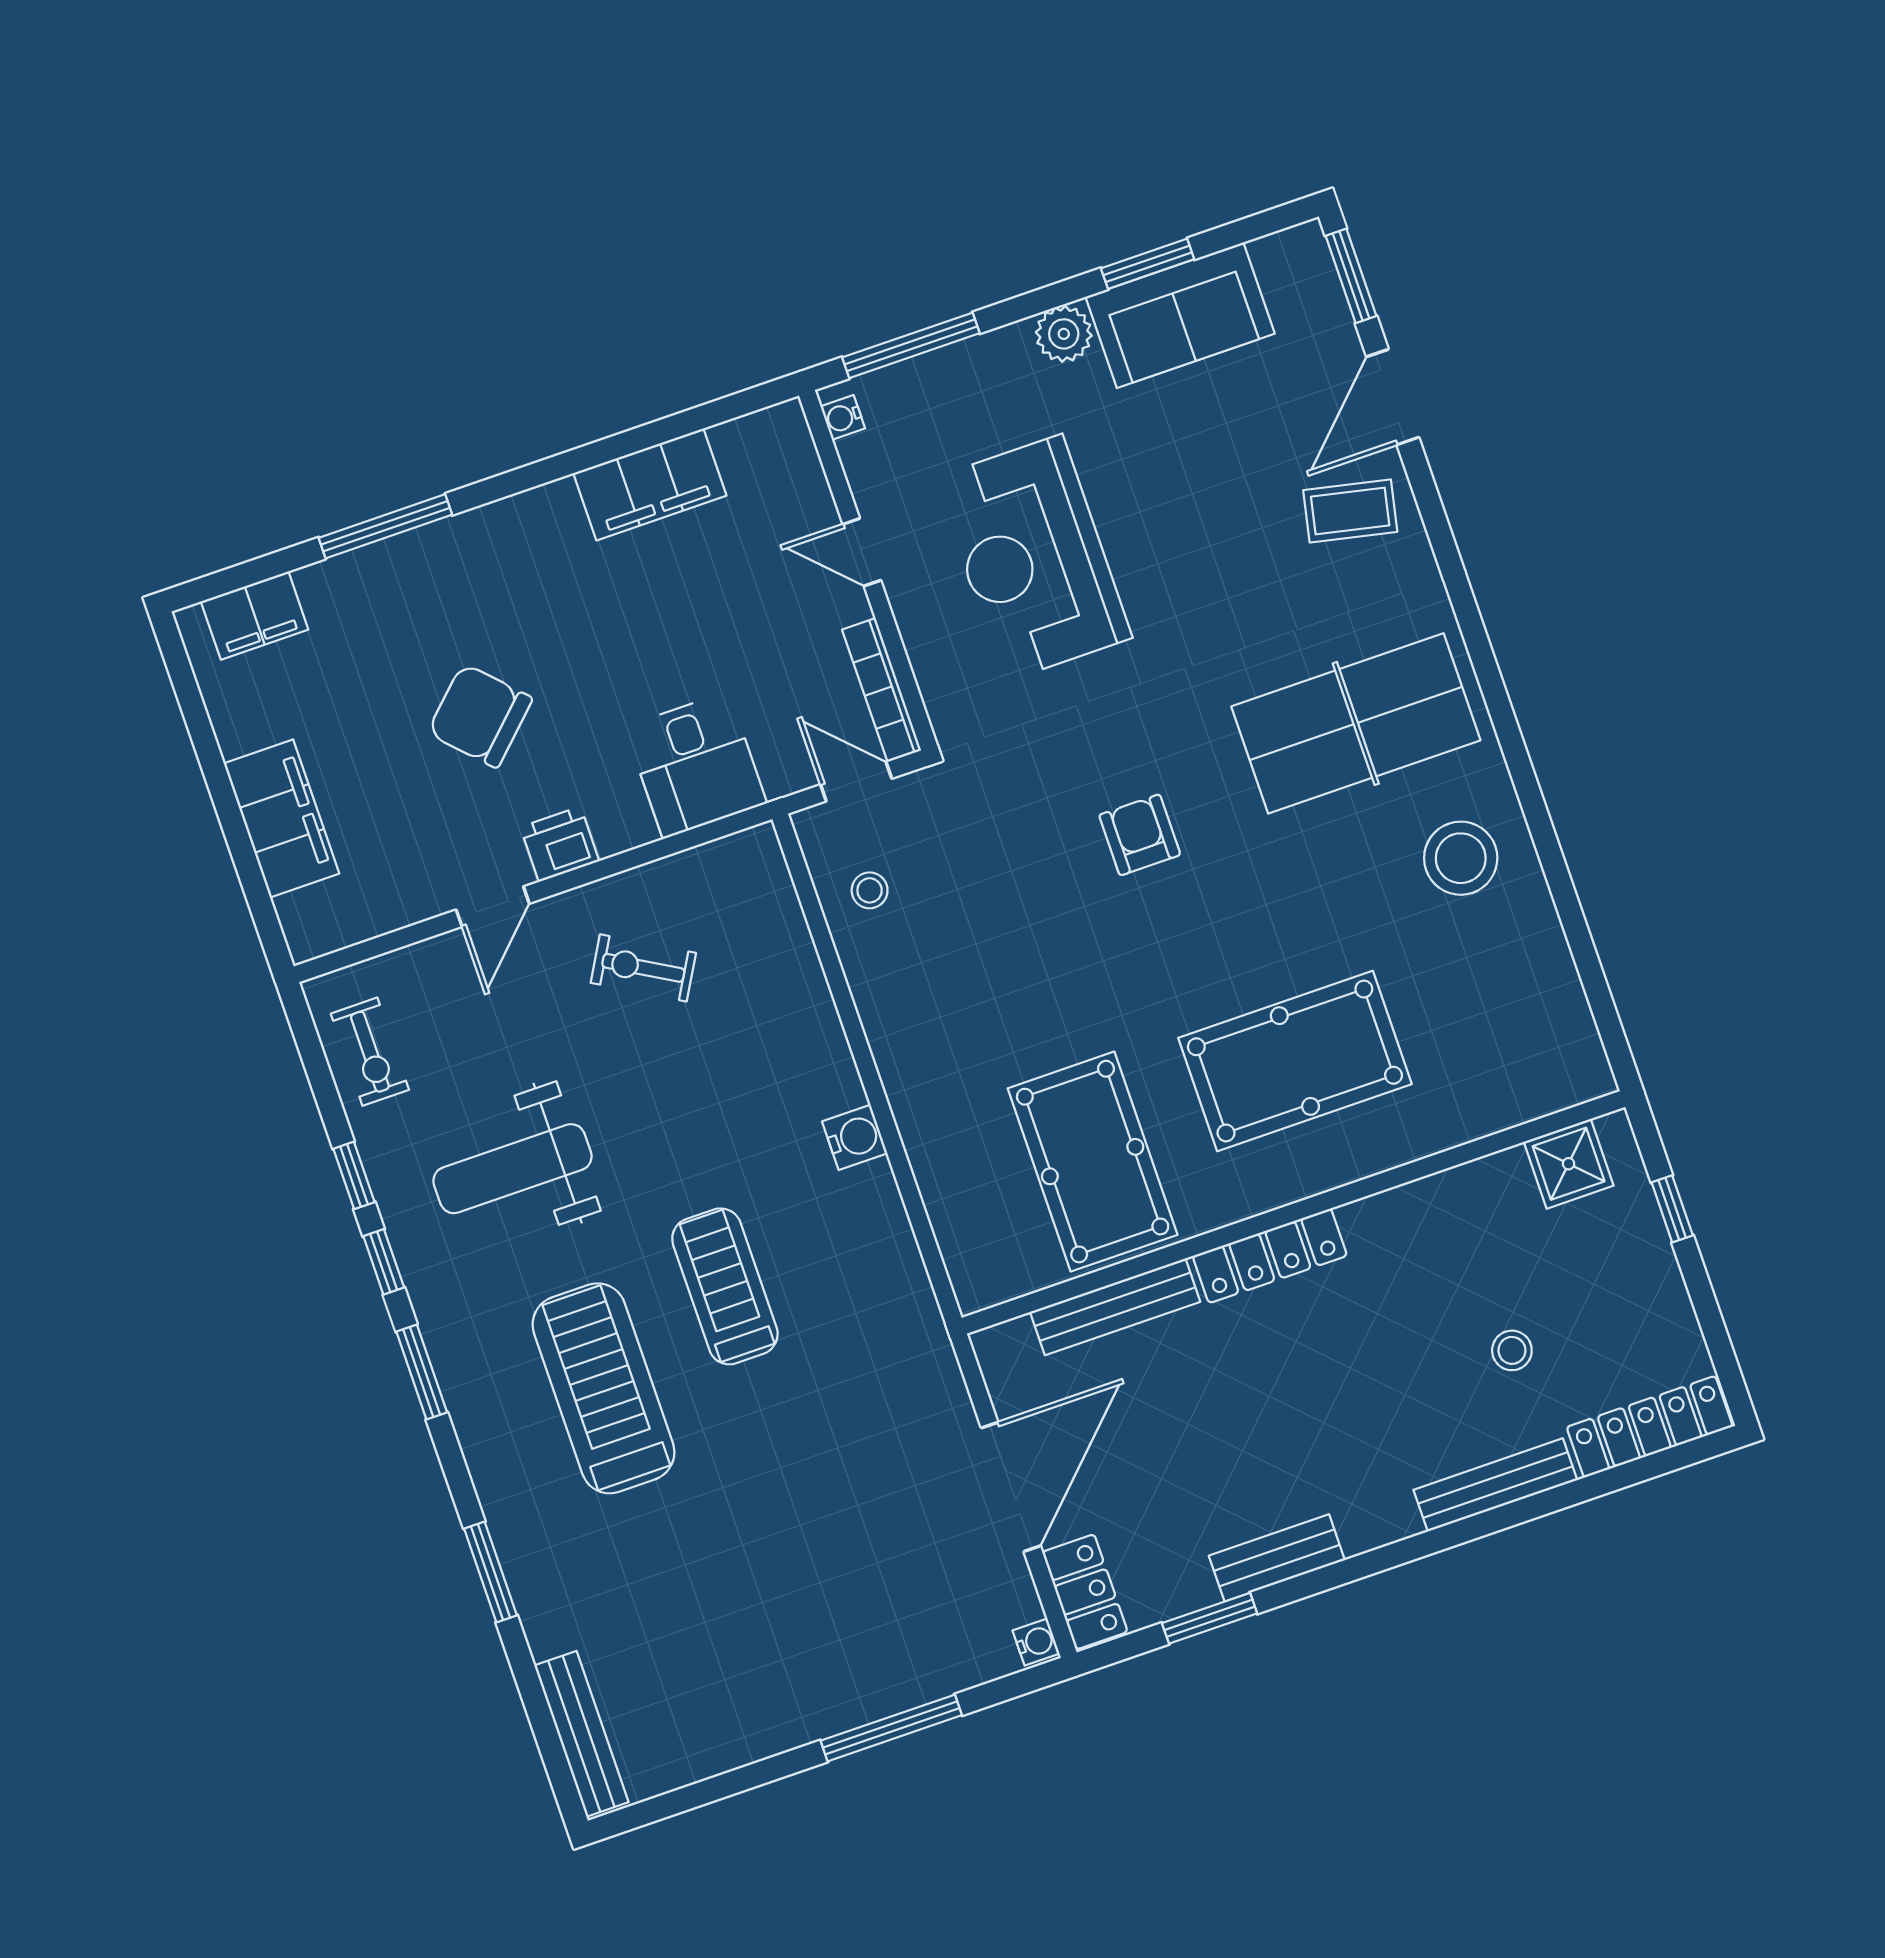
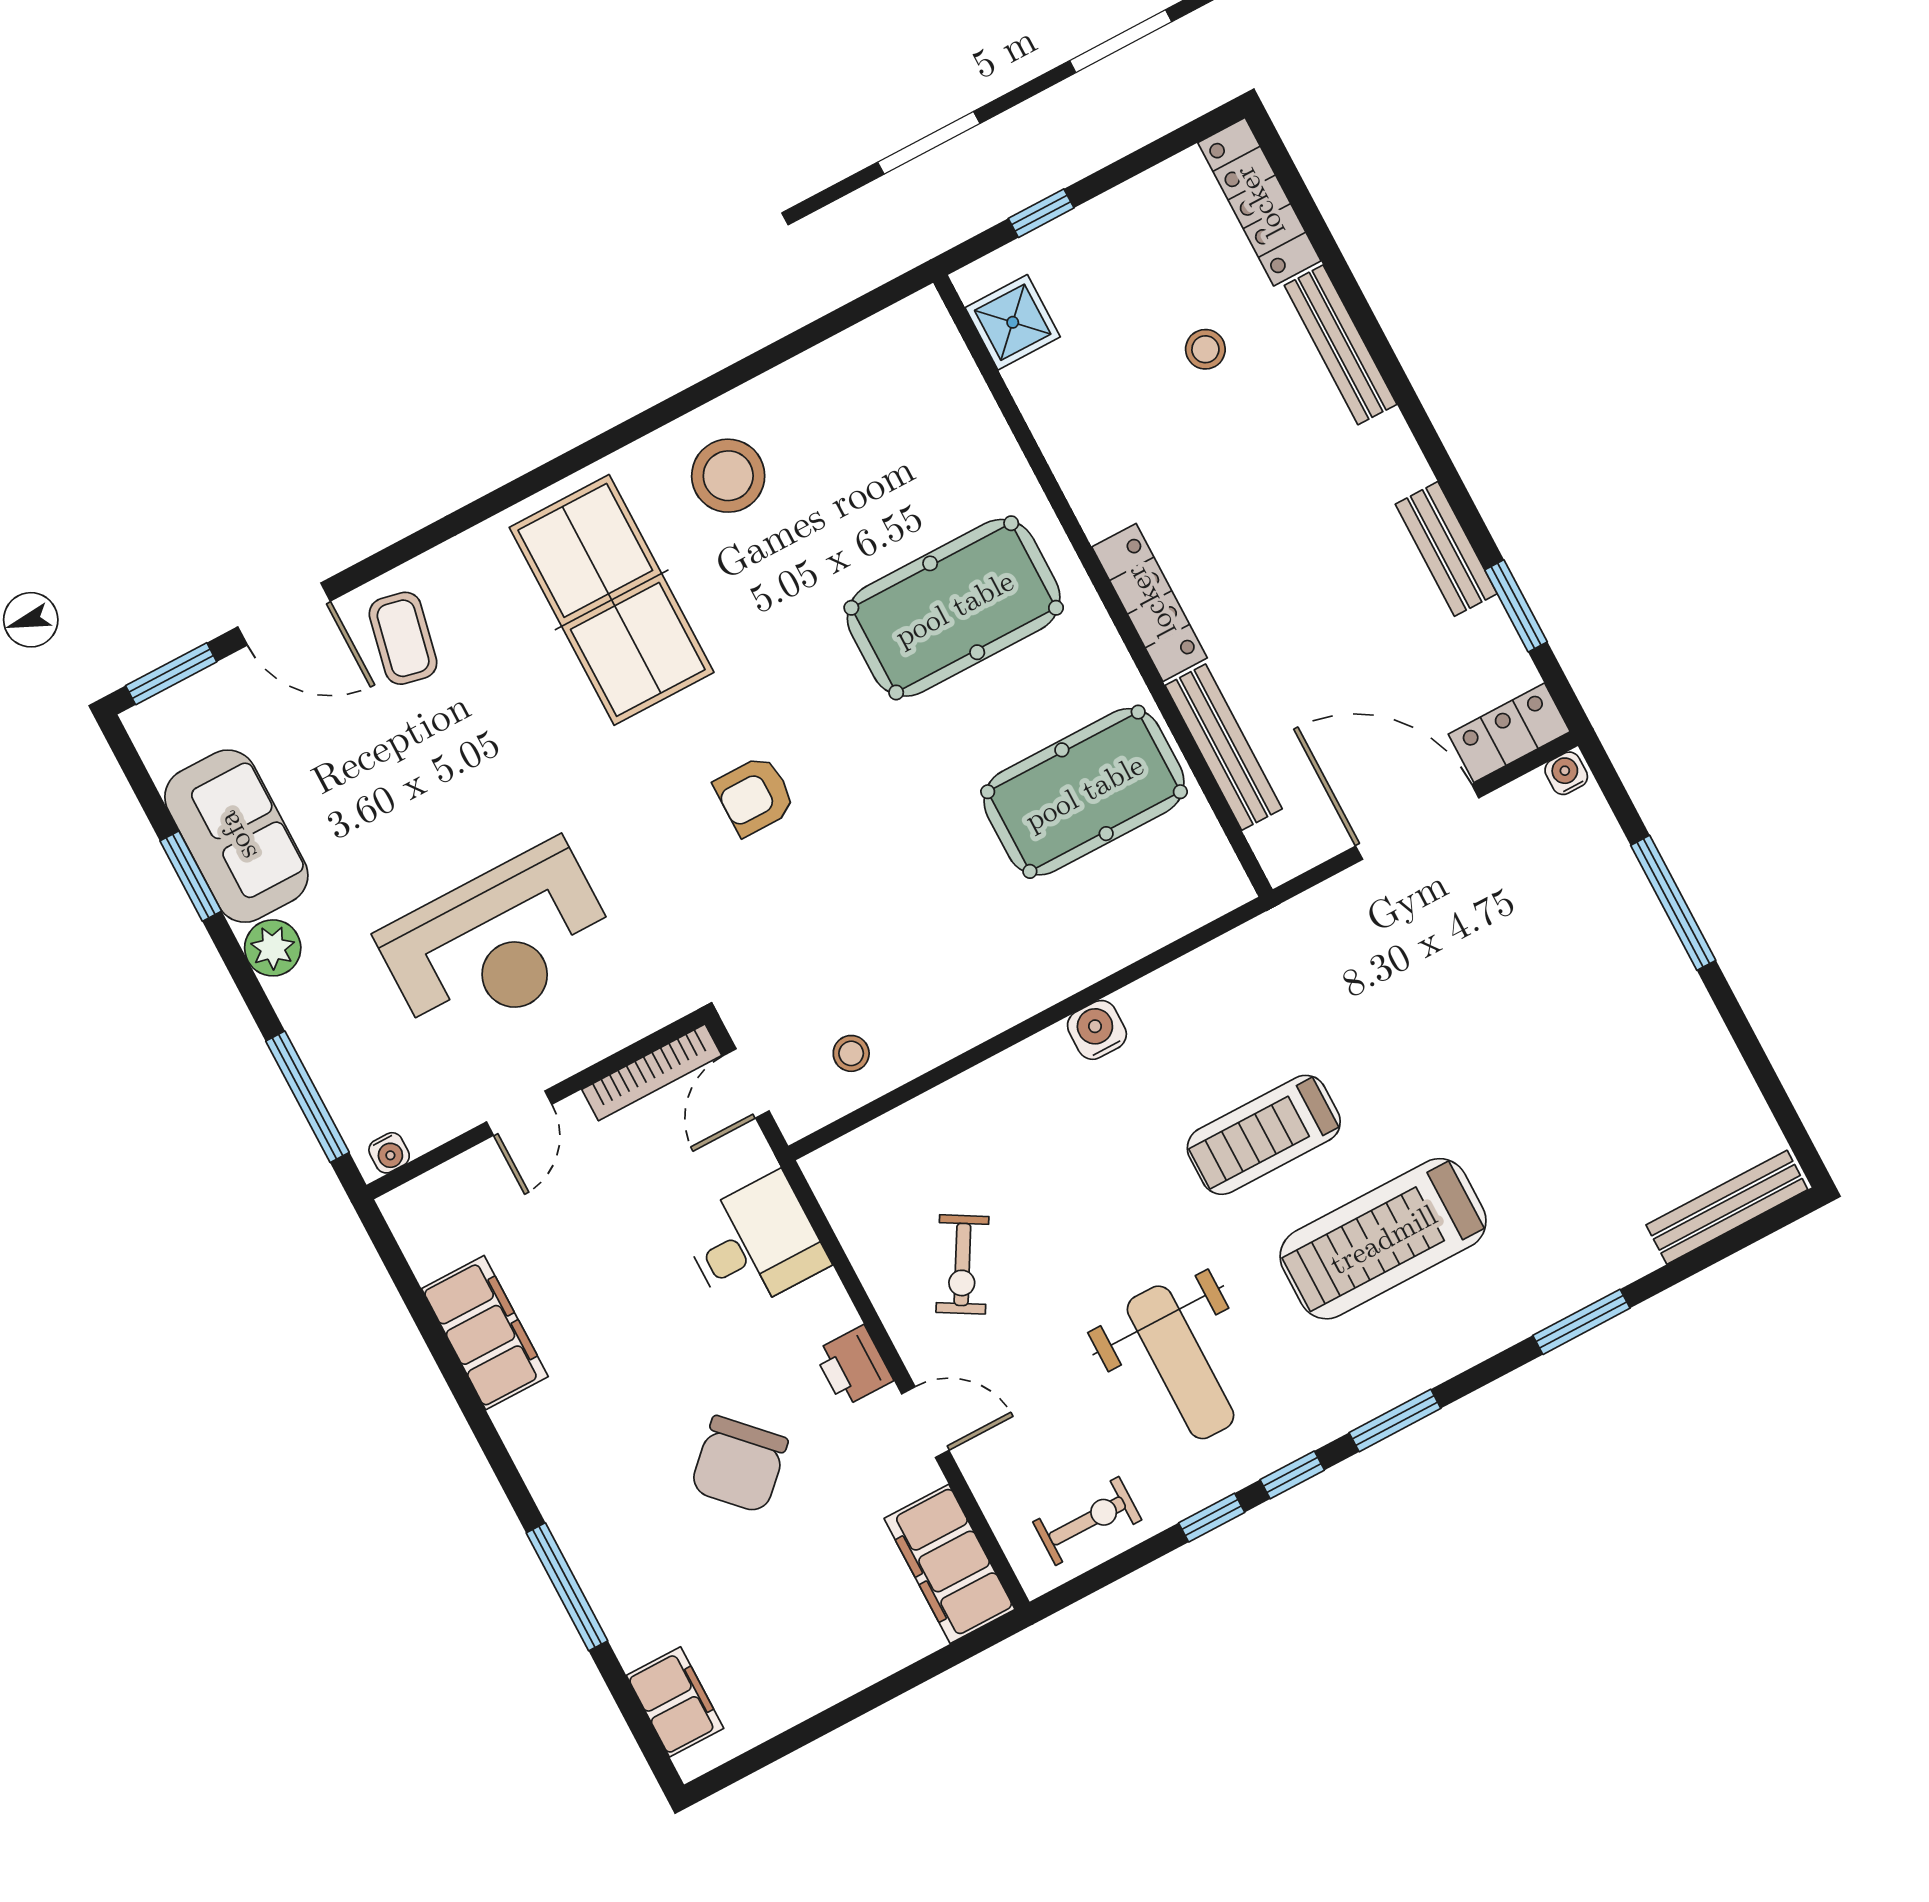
filing cabinet: (281, 818) -> (950, 1564), moved, turned -90
pool table: (1295, 1061) -> (954, 608), turned 90

